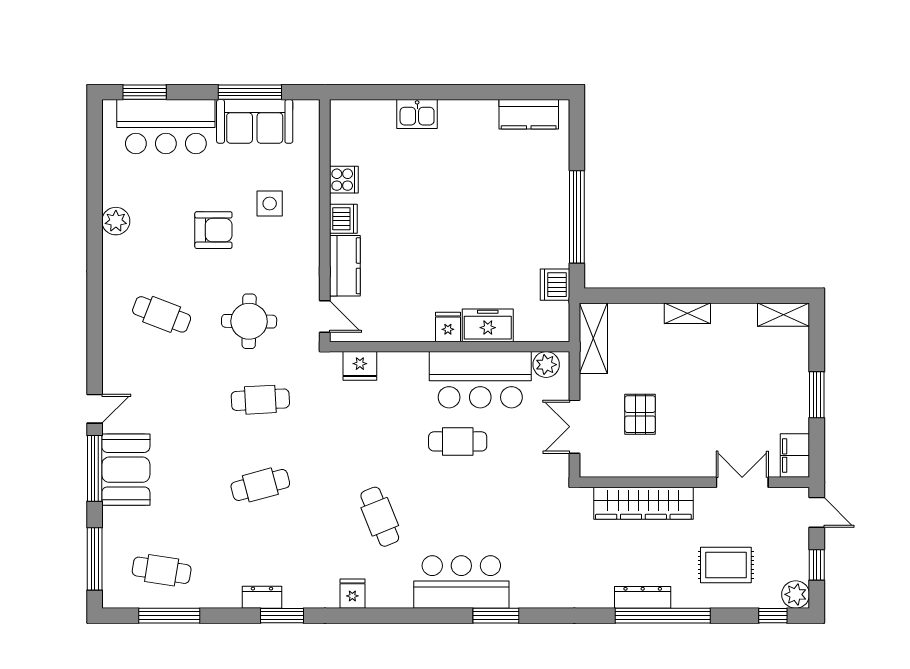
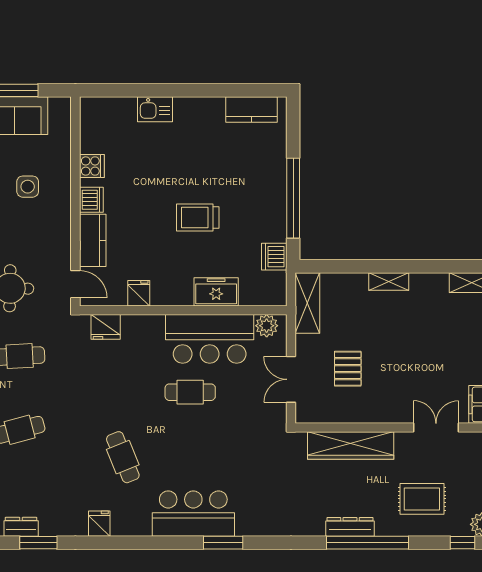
trolley: (466, 239) -> (198, 217), added
fridge: (448, 327) -> (139, 293), moved

